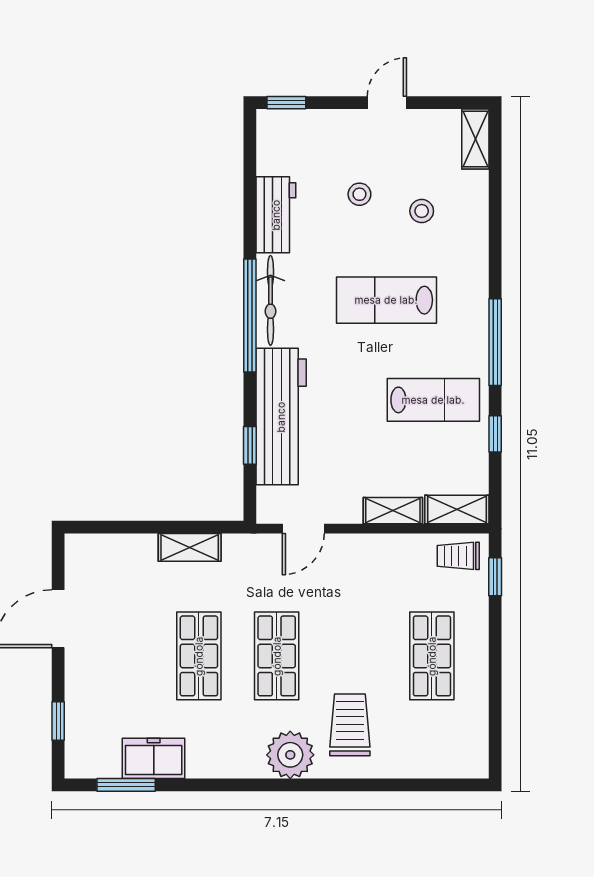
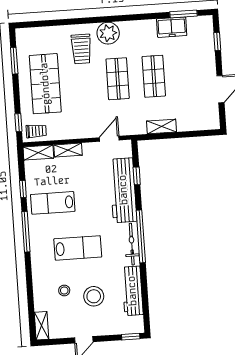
stool: (359, 194) -> (94, 296), width x1.89, depth x1.89
workbench: (276, 215) -> (132, 291), width x1.38
shop shelf: (432, 656) -> (45, 84), width x1.43, depth x1.36
window: (495, 710) -> (14, 61), added

